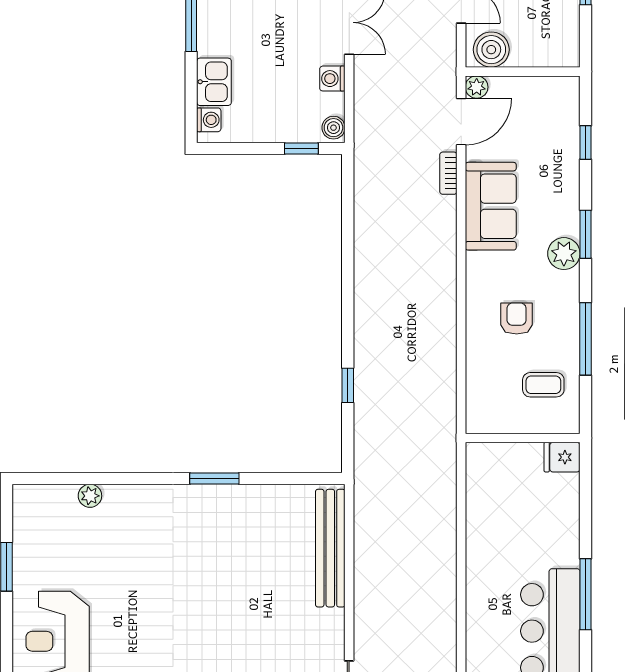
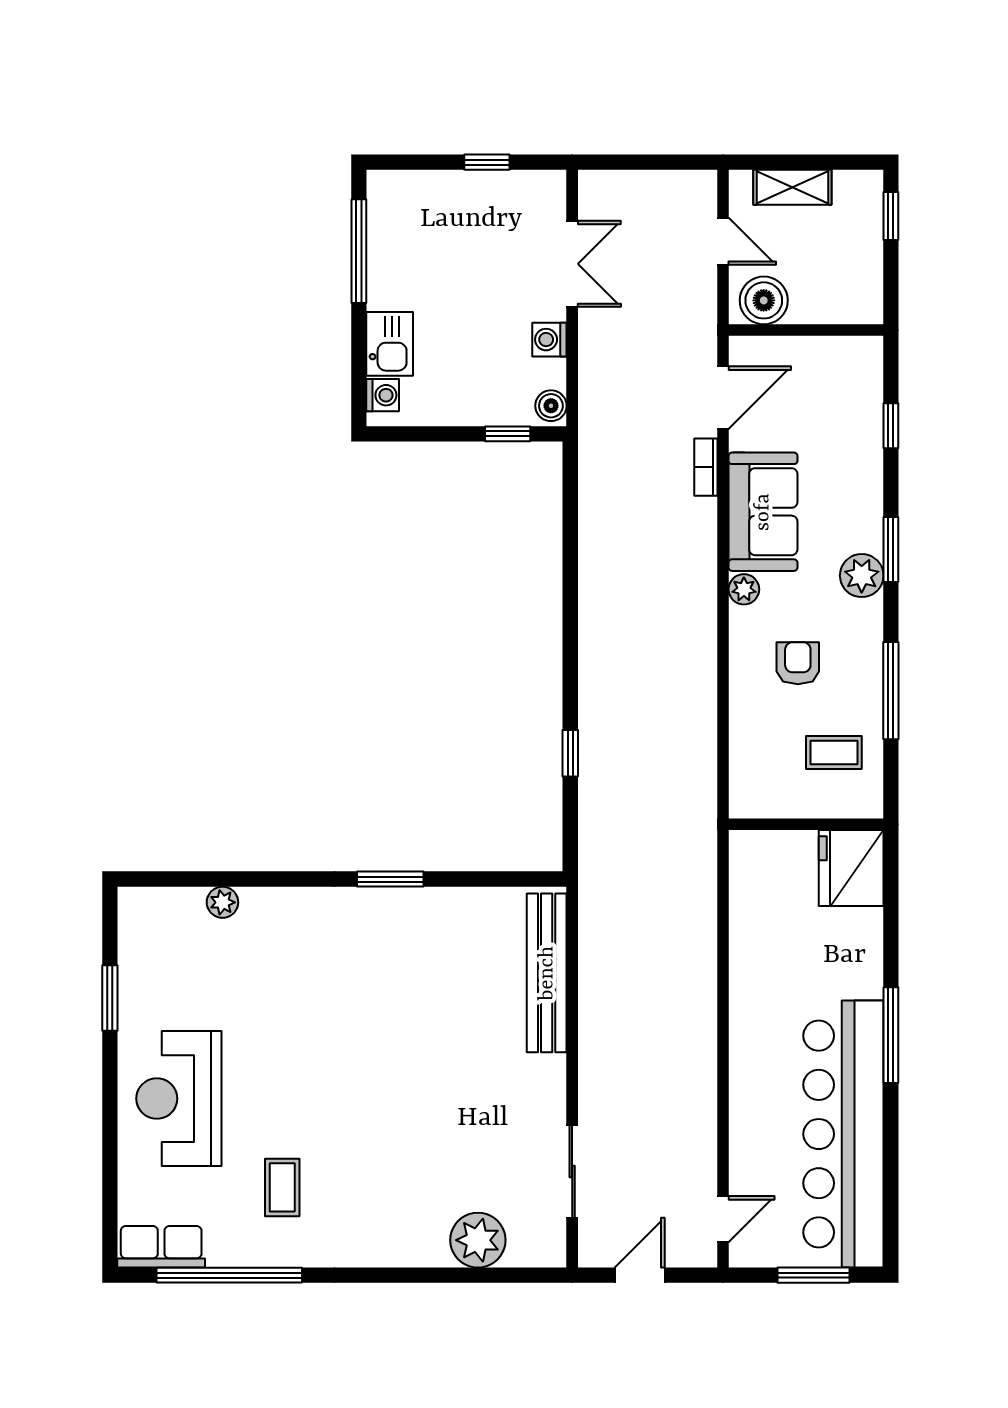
plant: (477, 87) -> (744, 589), moved
fridge: (562, 457) -> (851, 868), width x1.88, depth x1.34

